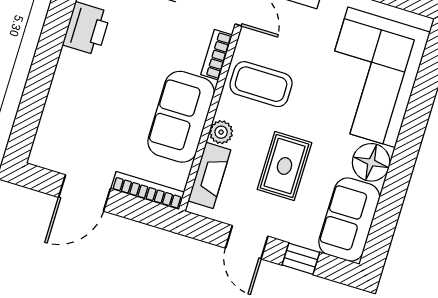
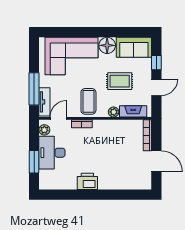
sofa: (181, 117) -> (112, 131), removed

